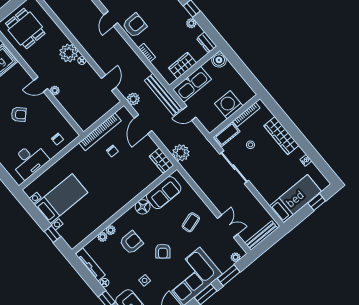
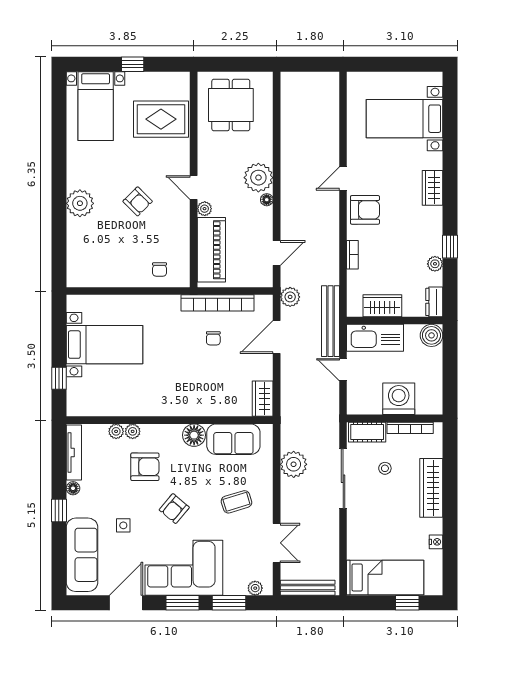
piano: (75, 108) -> (211, 250), added
plant: (181, 153) -> (294, 464), moved
desk: (29, 161) -> (104, 267), removed

